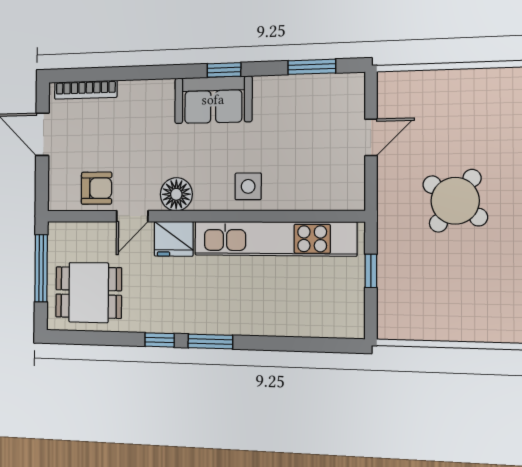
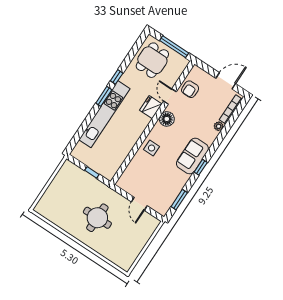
plant: (129, 90) -> (219, 126), added
round table: (455, 201) -> (97, 218), turned -36
kitchen unit: (275, 239) -> (104, 114), moved, turned 180

